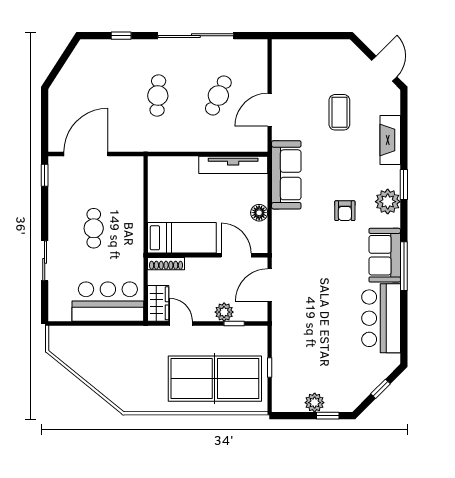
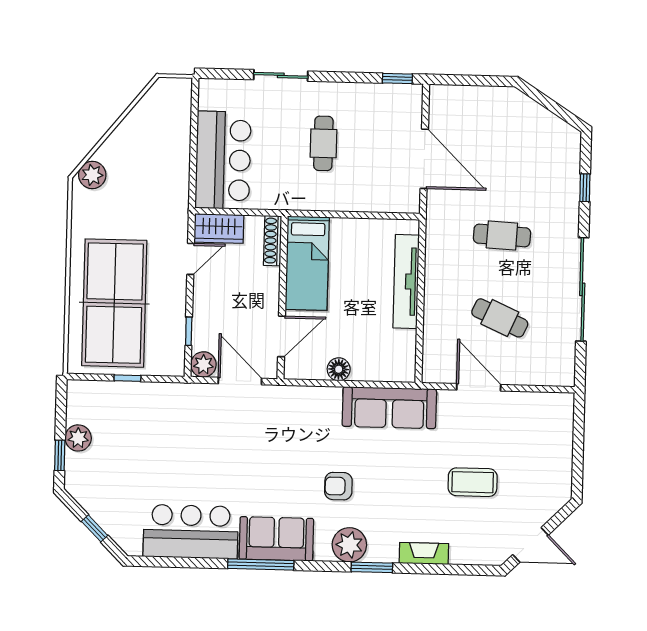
fireplace: (390, 140) -> (424, 553), width x0.73, depth x0.76
door: (86, 154) -> (424, 159), moved
tv unit: (233, 165) -> (406, 281), moved
cafe table: (94, 228) -> (323, 143), turned 90
plant: (224, 312) -> (203, 364), moved
plant: (121, 397) -> (92, 175), added

